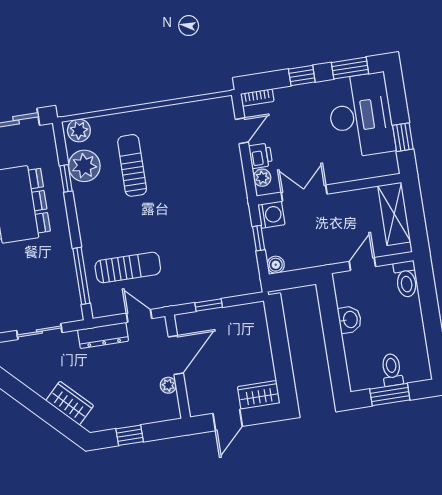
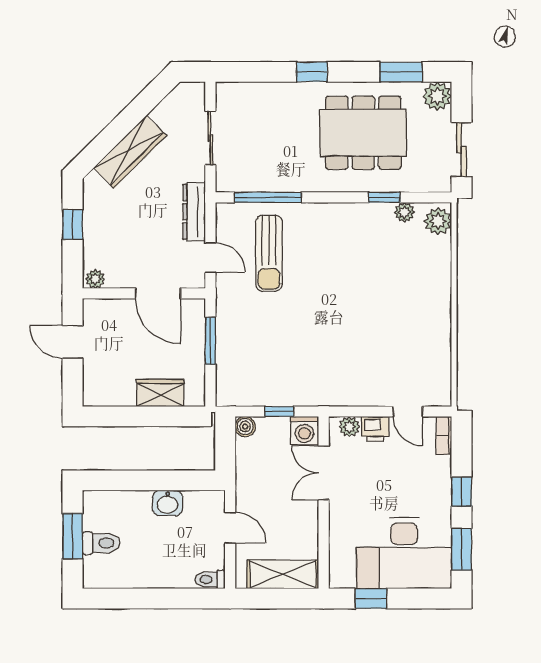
sun lounger: (132, 165) -> (387, 277), removed
plant: (84, 166) -> (404, 212), width x0.53, depth x0.53
double door: (304, 193) -> (324, 473), swing flipped
toilet: (406, 279) -> (210, 579), width x0.73, depth x0.72
window: (209, 305) -> (210, 341), width x1.50
door: (139, 316) -> (210, 258), hinge flipped
plant: (168, 385) -> (95, 279), moved
wardrobe: (259, 395) -> (160, 393), moved, turned -90
wardrobe: (70, 403) -> (130, 152), width x1.50

